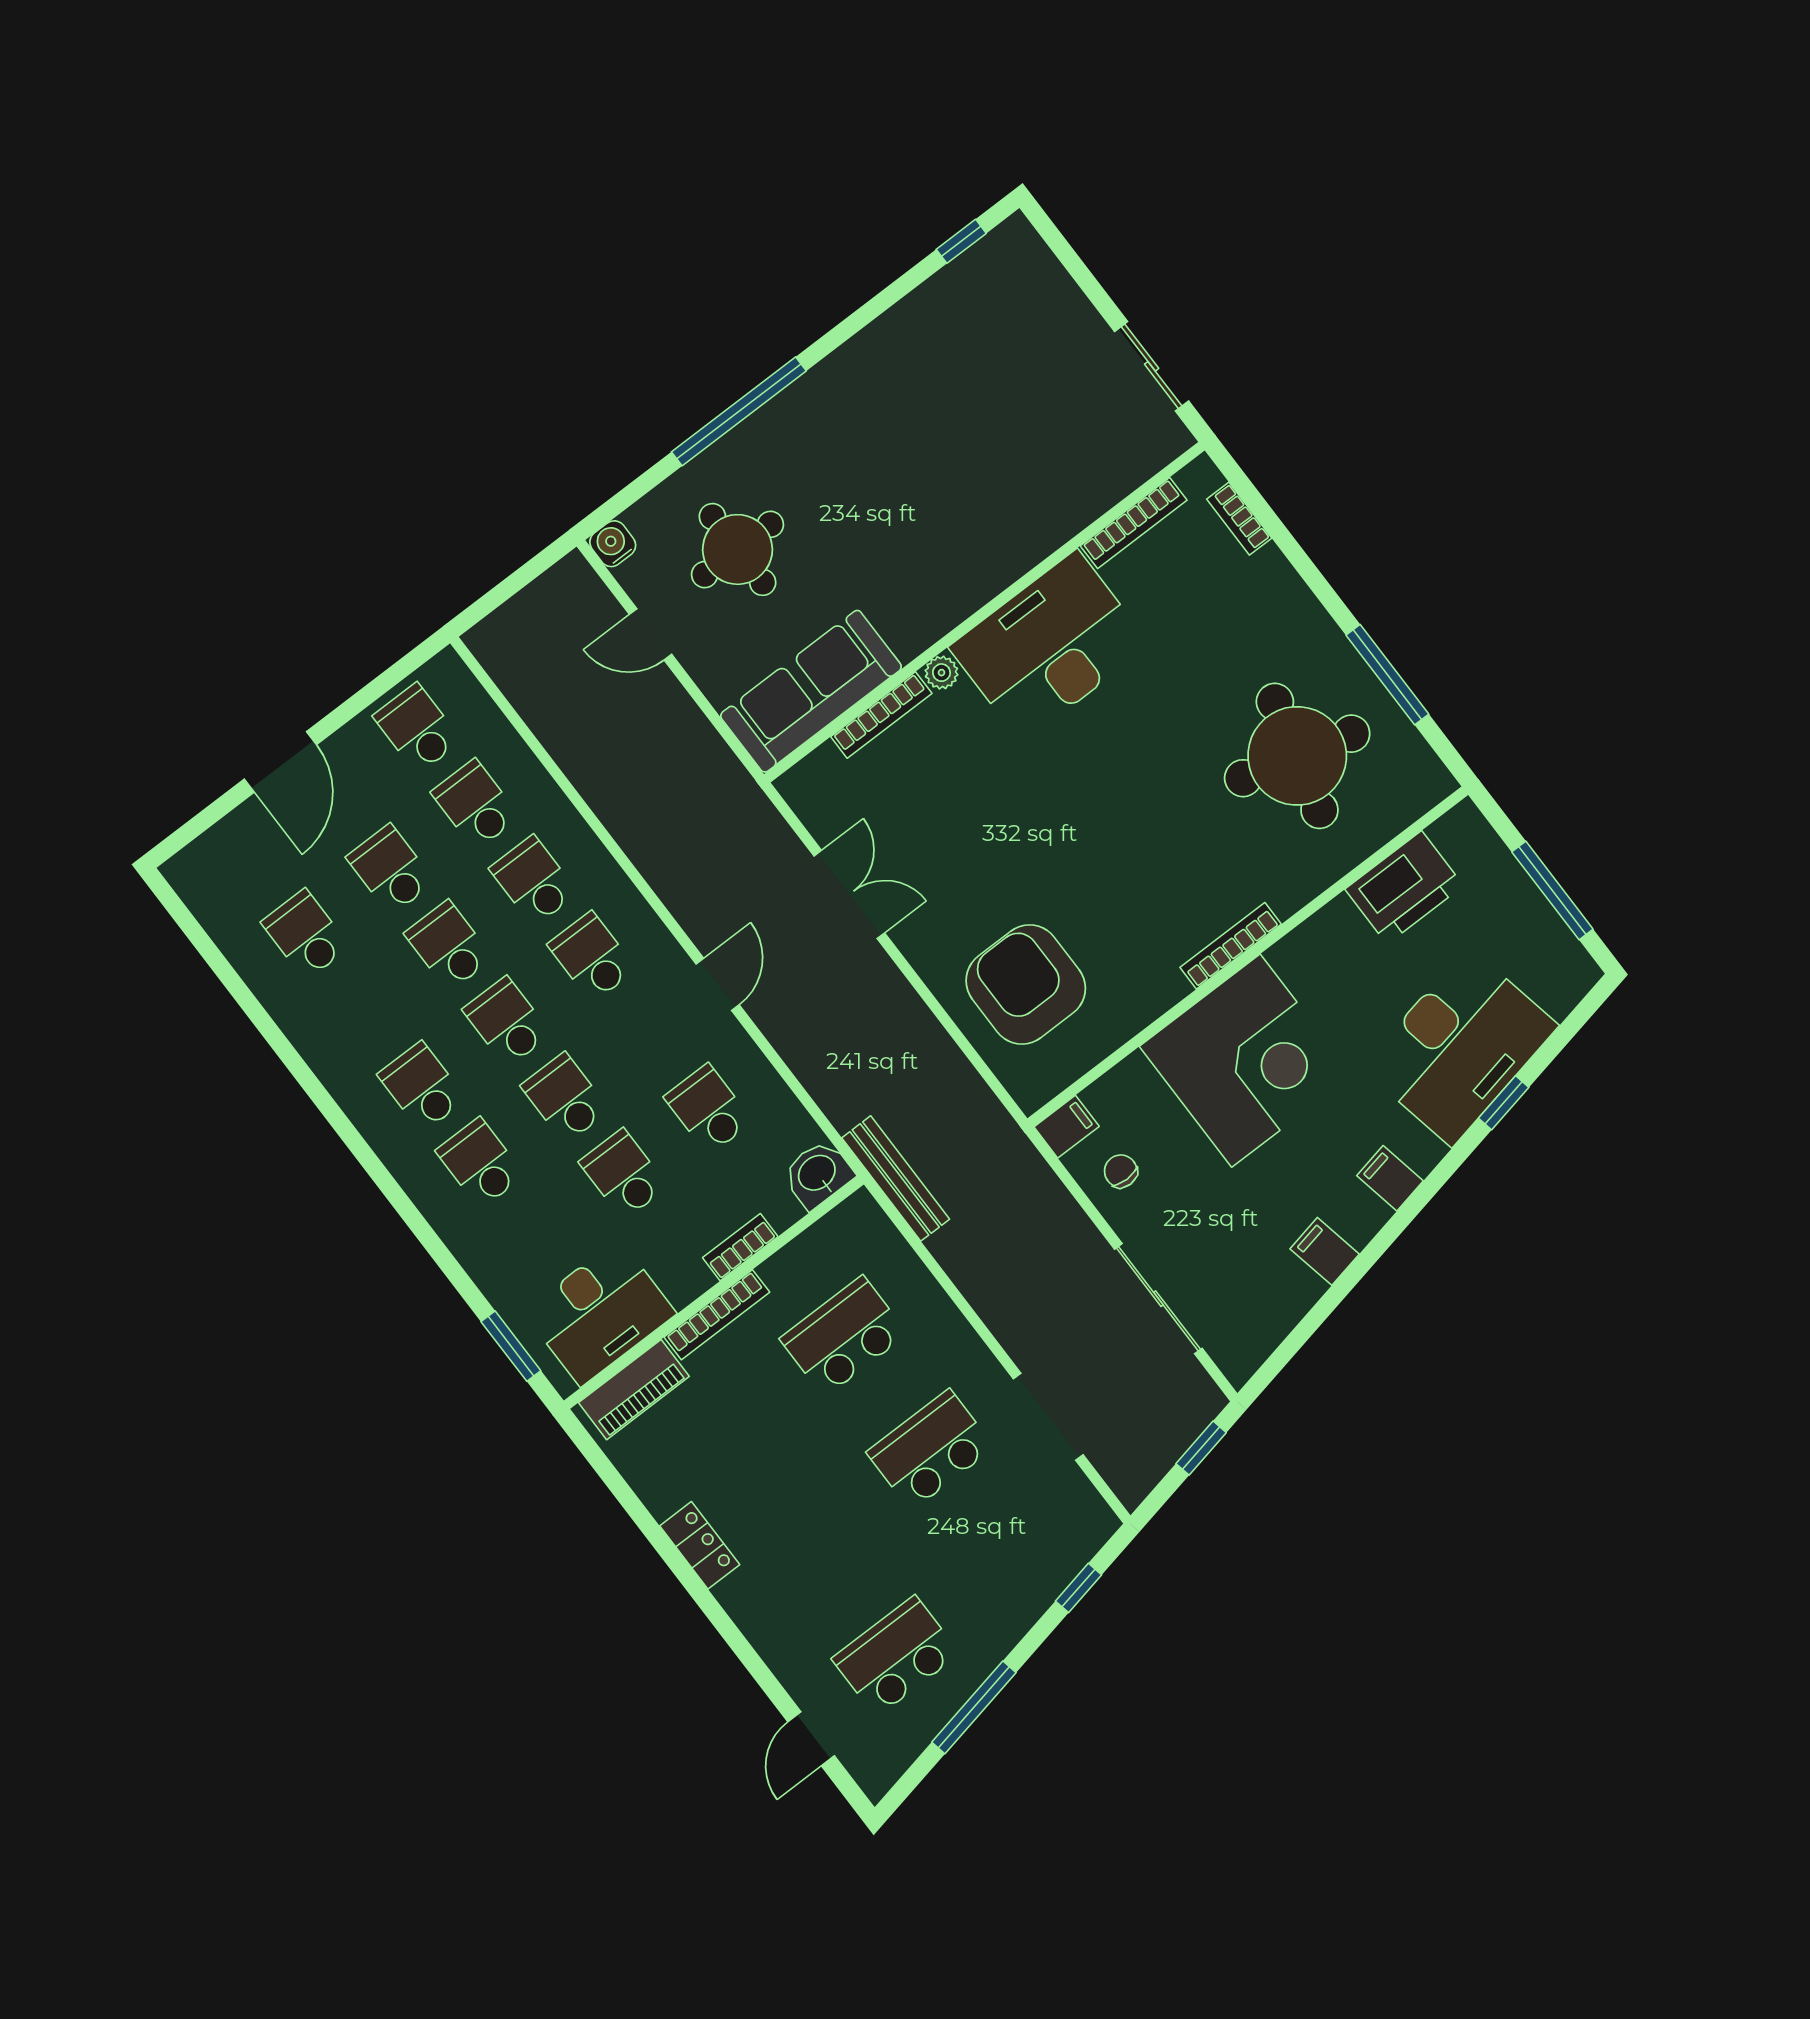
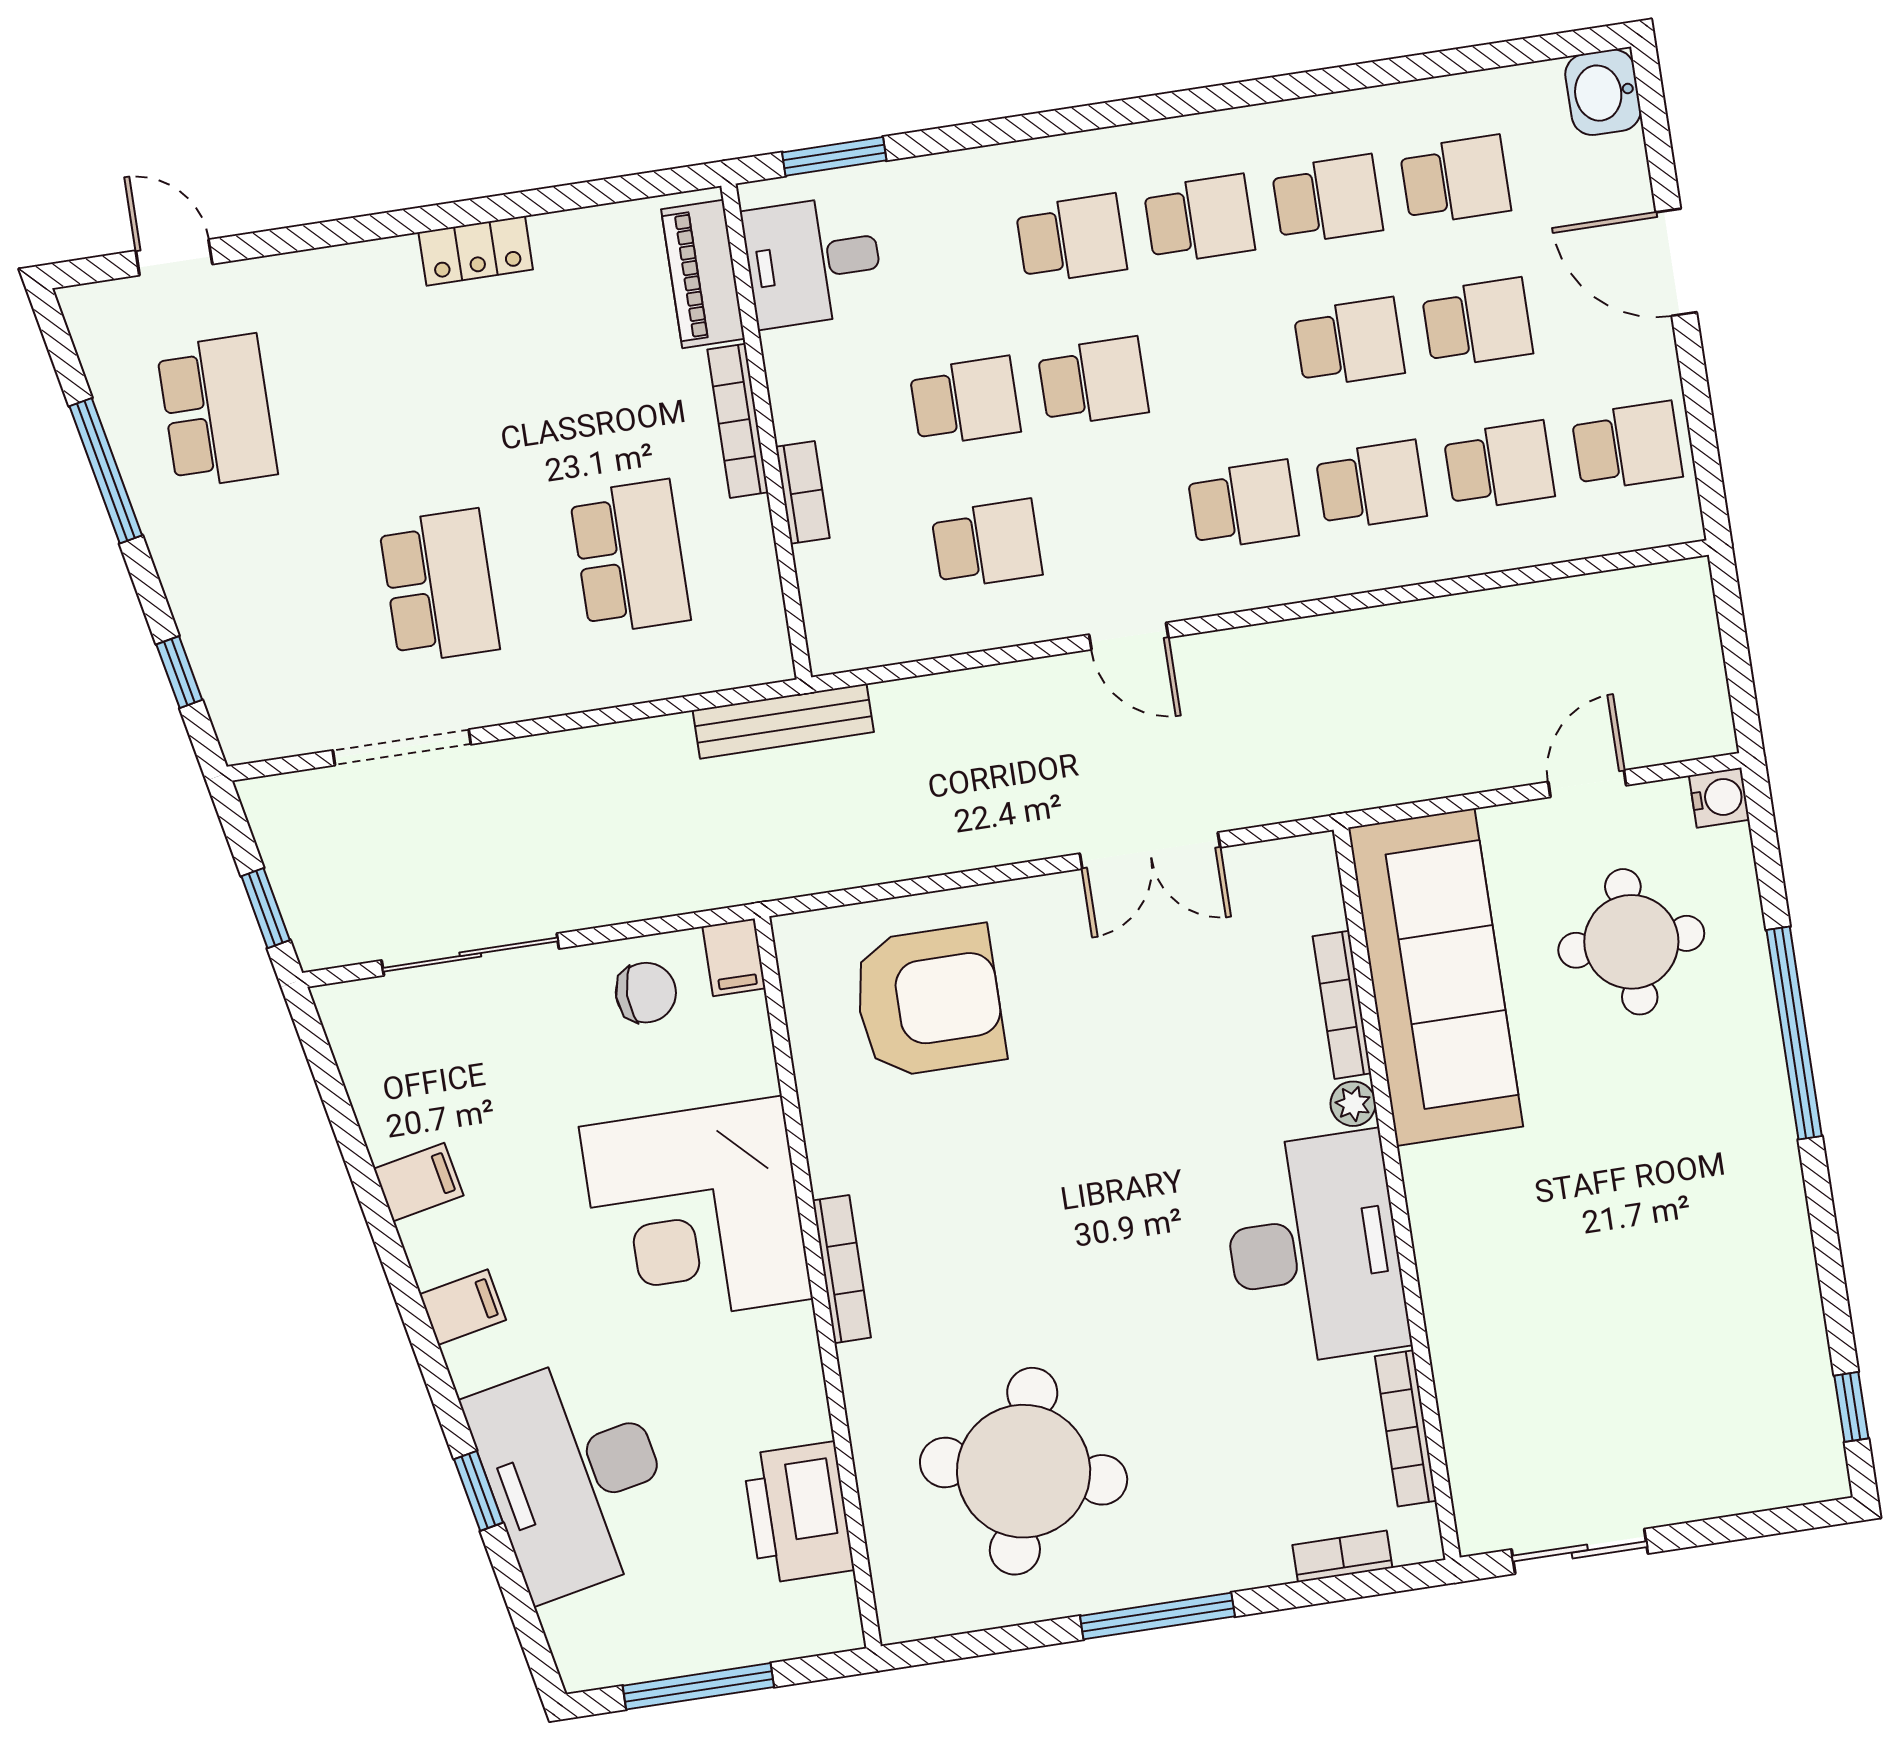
window: (1387, 675) -> (1157, 1616), moved
sofa: (811, 691) -> (1436, 977), width x1.36, depth x1.27
school desk: (507, 1022) -> (1327, 200), moved
chair: (1121, 1171) -> (646, 993), width x1.37, depth x1.37
washbasin: (818, 1174) -> (1603, 92), moved, turned 180
desk: (600, 1313) -> (813, 261), width x0.73

